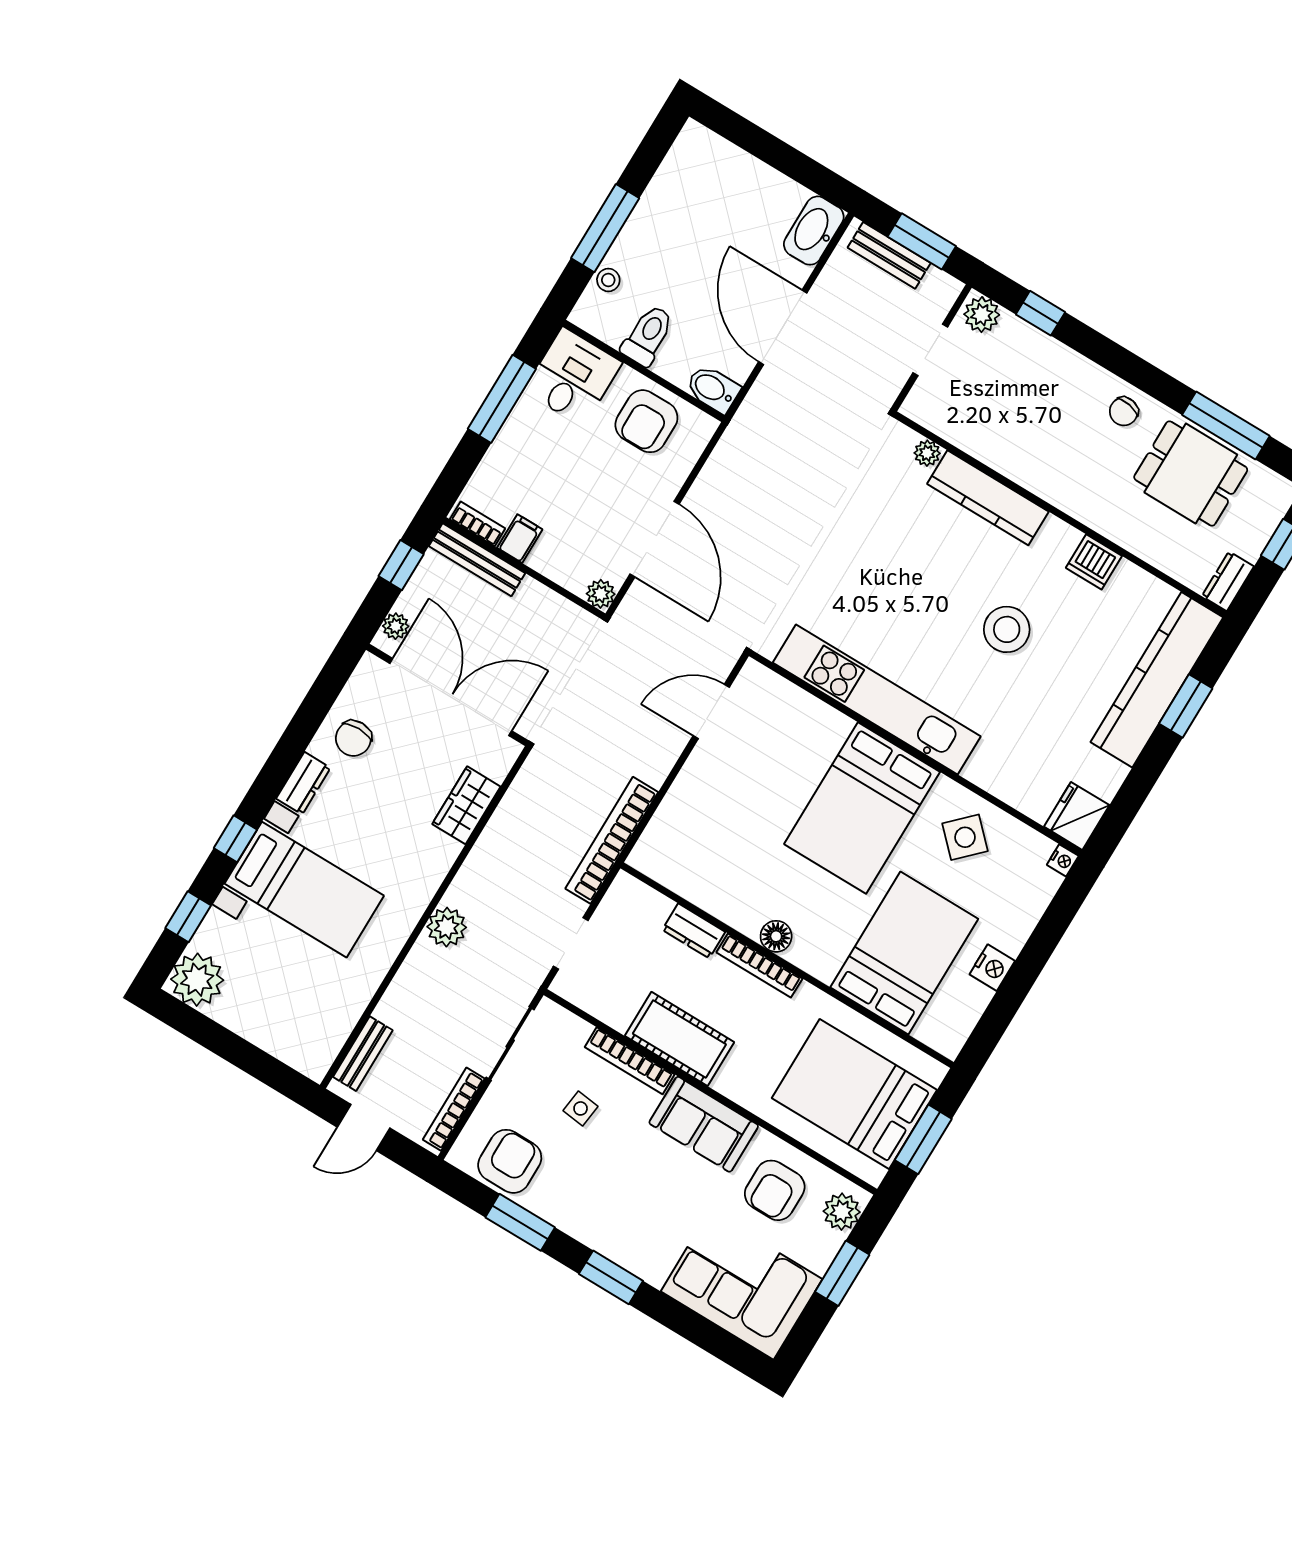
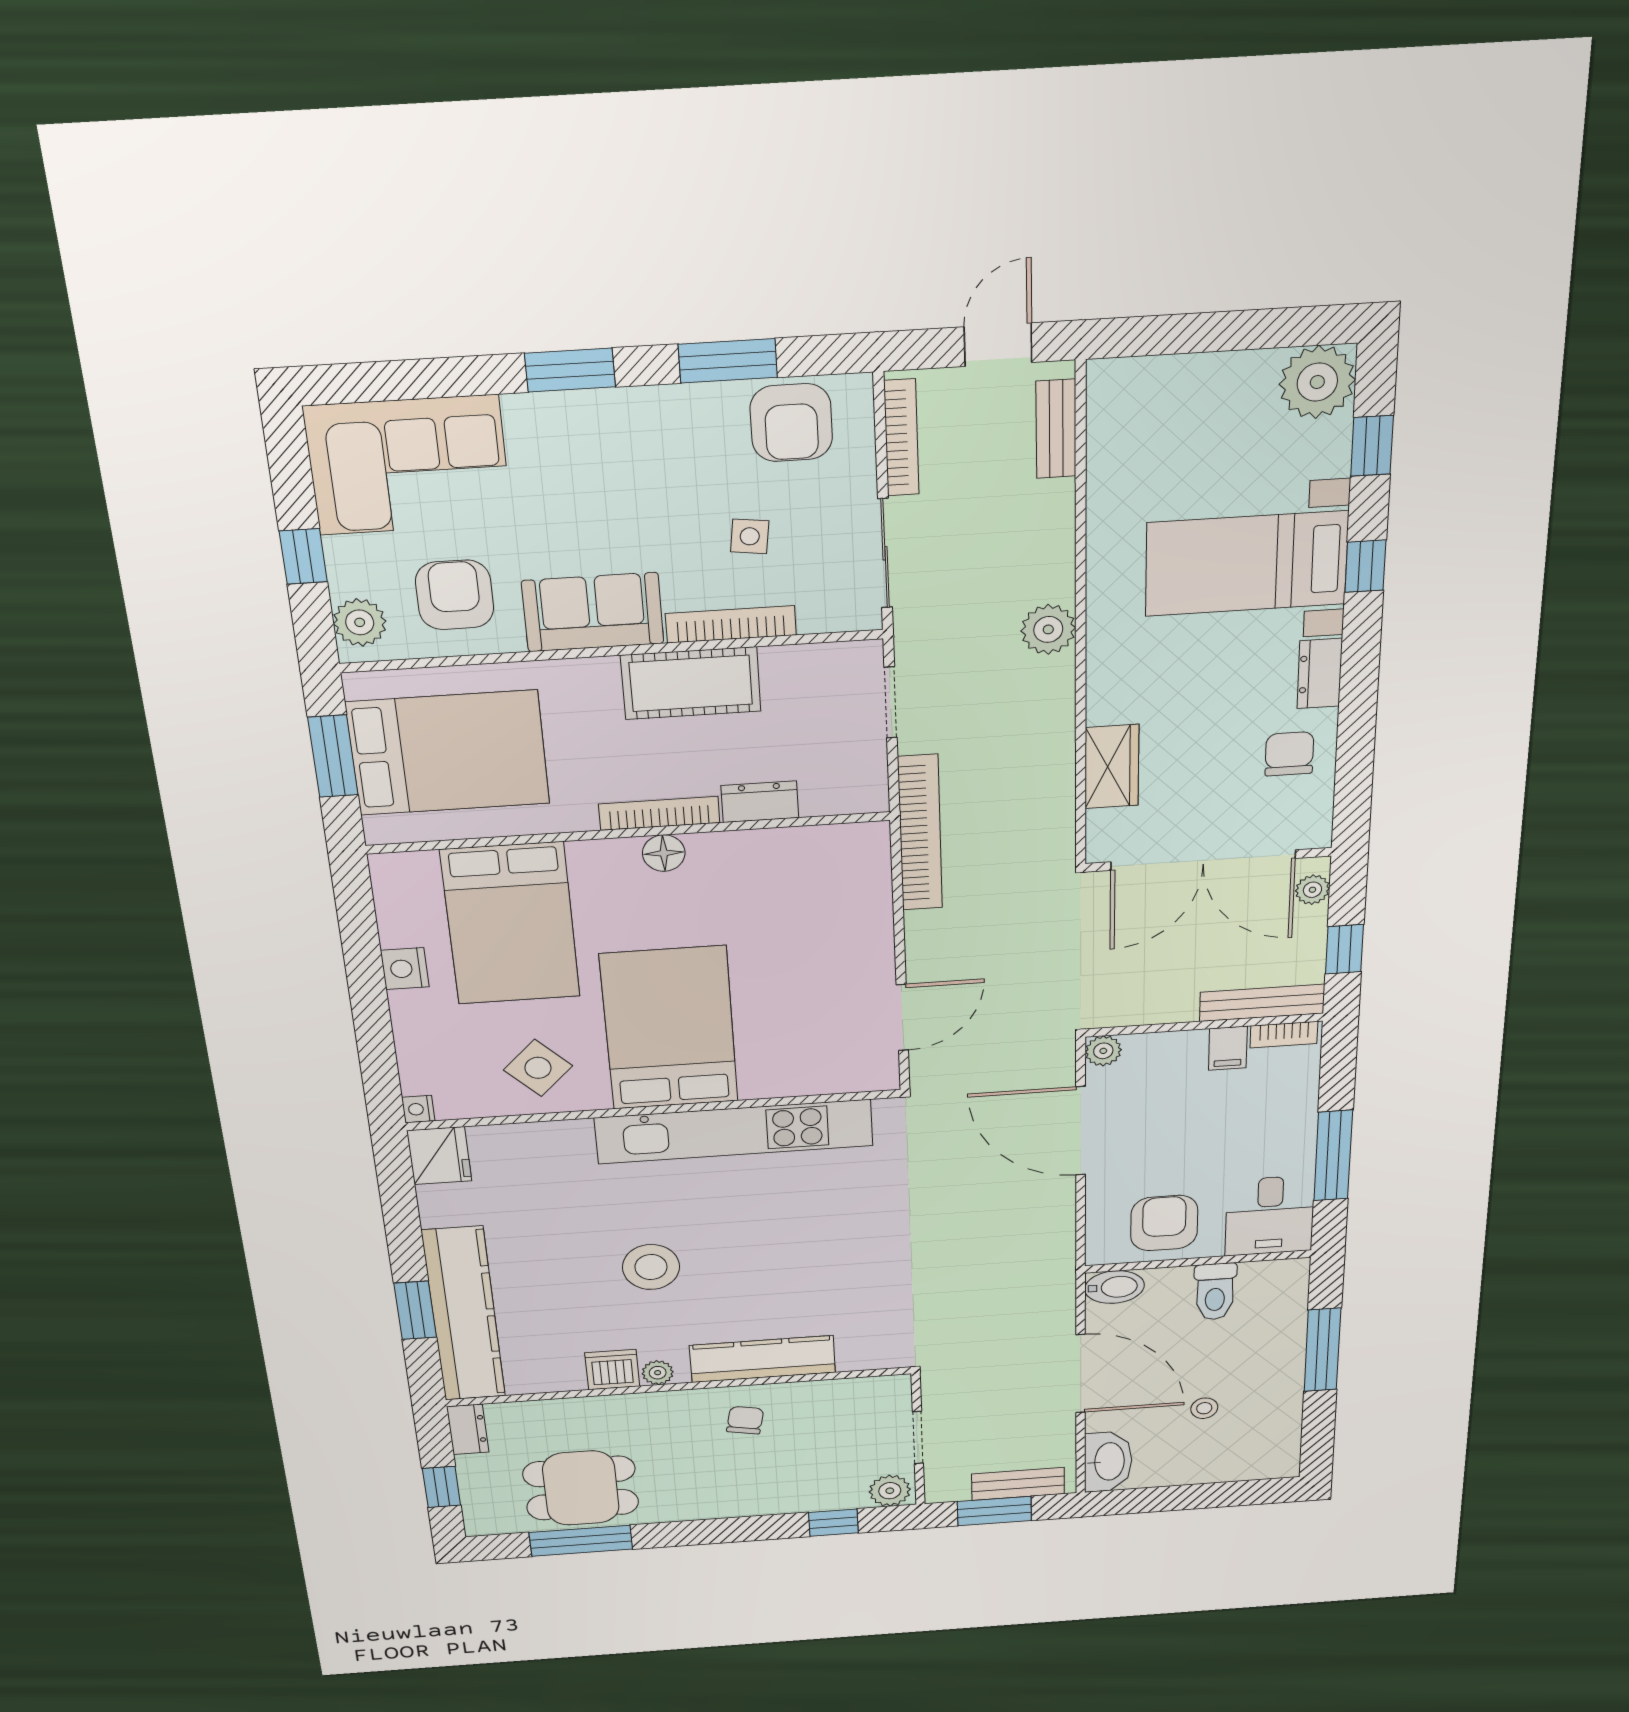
stool: (608, 280) -> (1204, 1408), moved
chair: (1124, 411) -> (745, 1420), moved
plant: (927, 453) -> (658, 1373), moved
window: (842, 1273) -> (303, 556), width x0.67

